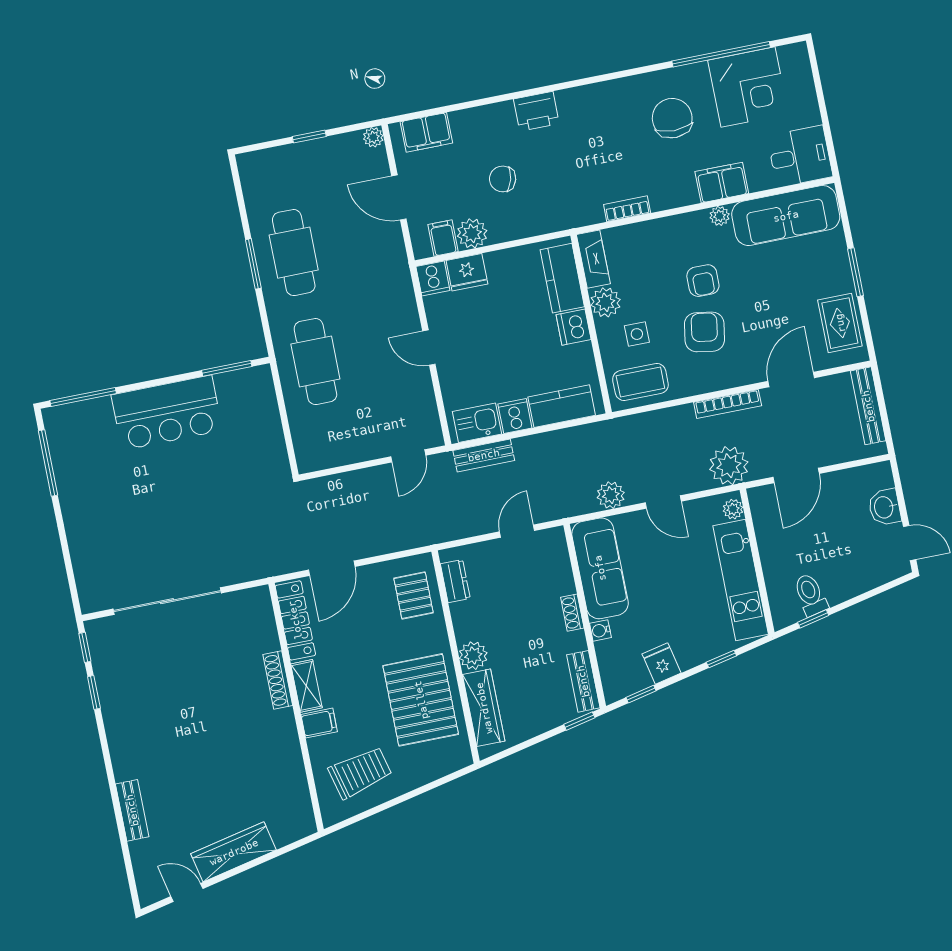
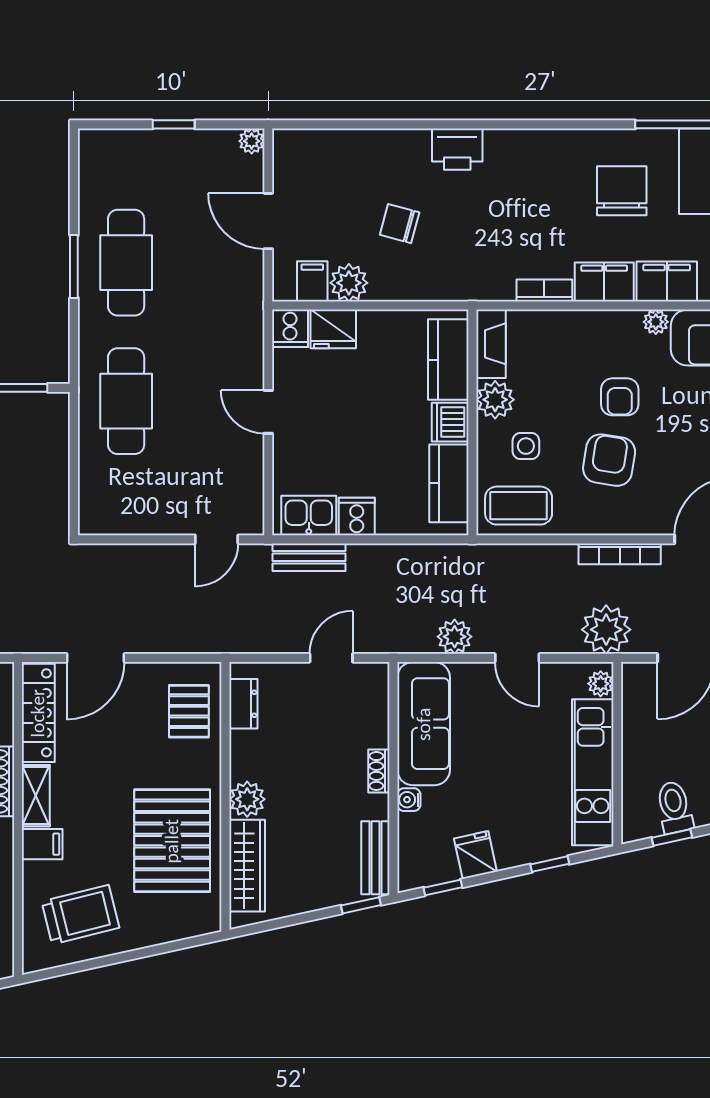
filing cabinet: (426, 132) -> (604, 282), moved, turned 180
kitchen counter: (562, 406) -> (449, 483), moved, turned -90

